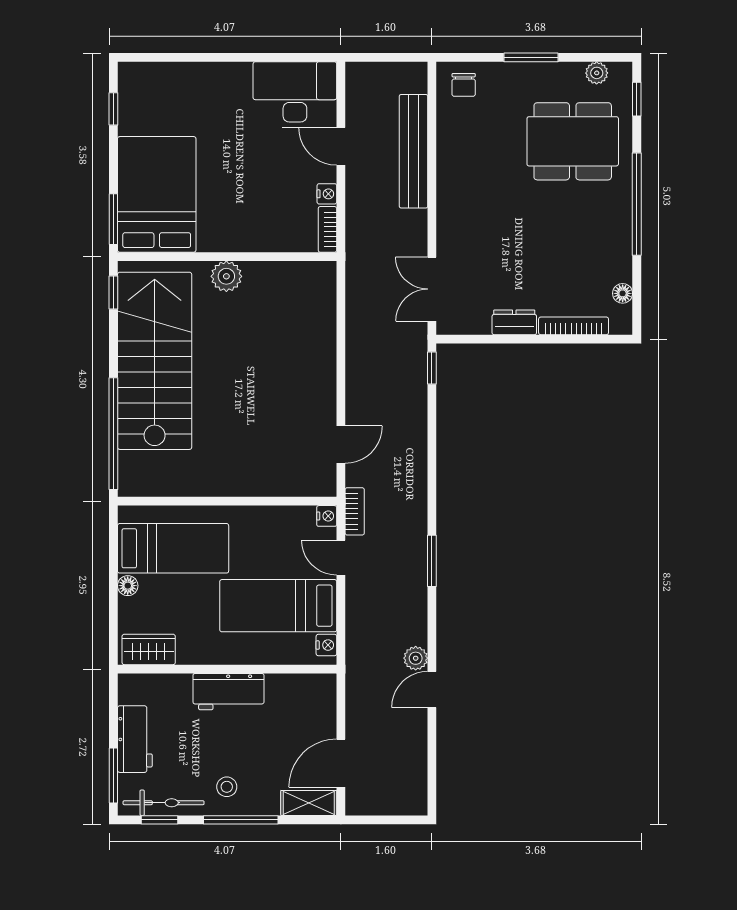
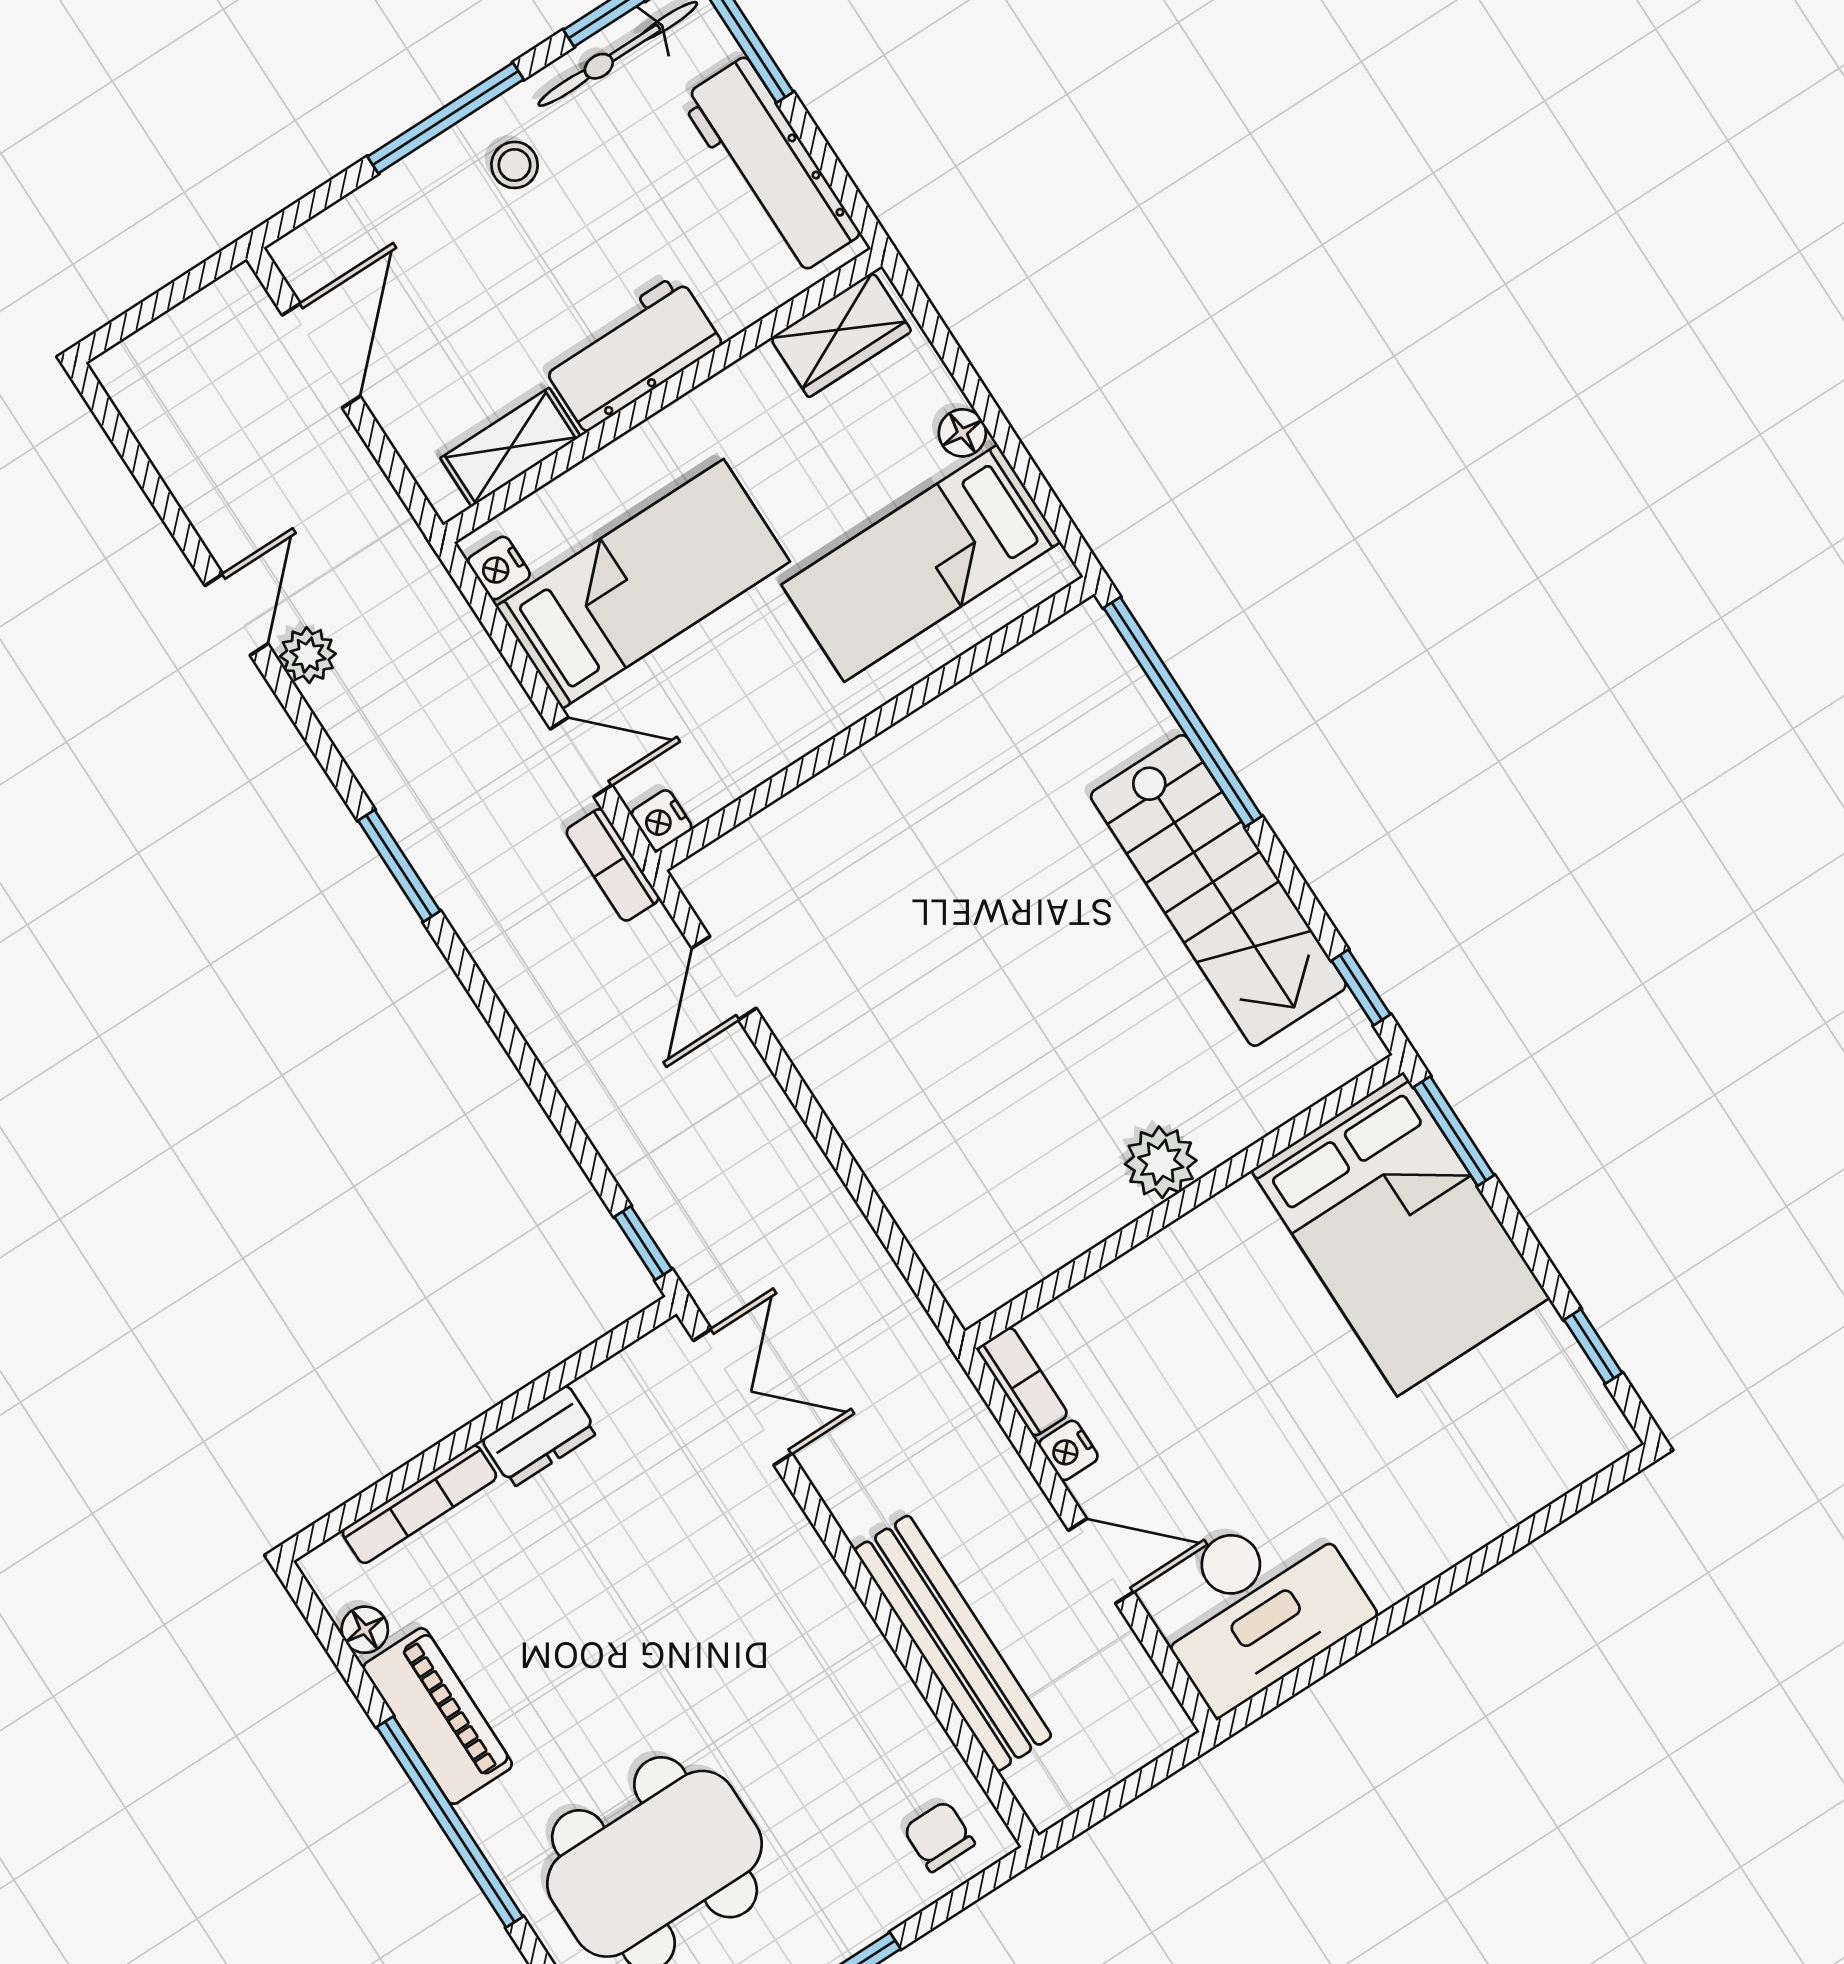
piano: (616, 245) -> (438, 1716), added
stairs: (155, 361) -> (1218, 890), width x0.73, depth x0.66
workbench: (135, 739) -> (770, 166), width x1.38
shelving: (309, 803) -> (510, 447), moved

